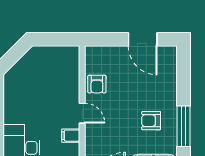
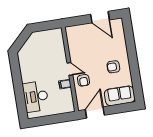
armchair: (97, 84) -> (84, 80), moved
window: (183, 126) -> (134, 67), removed

